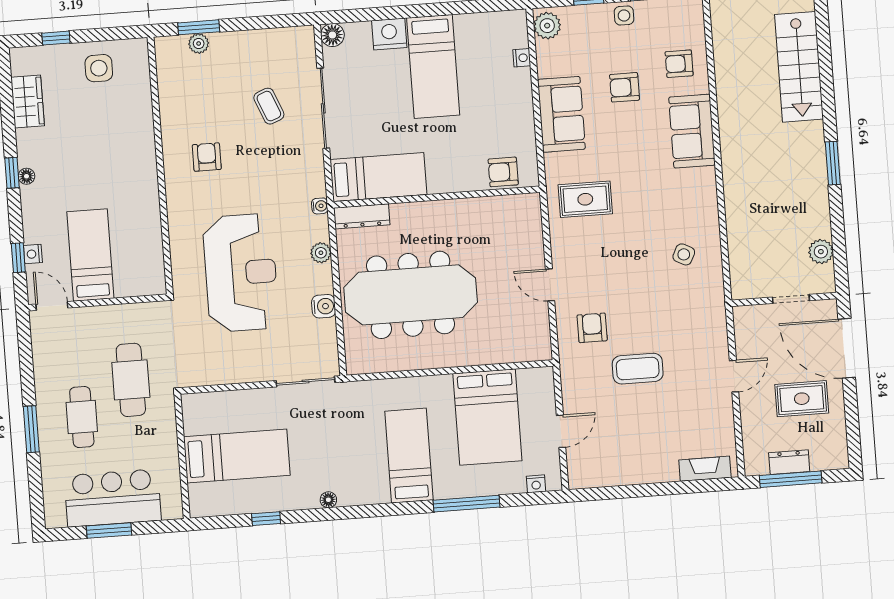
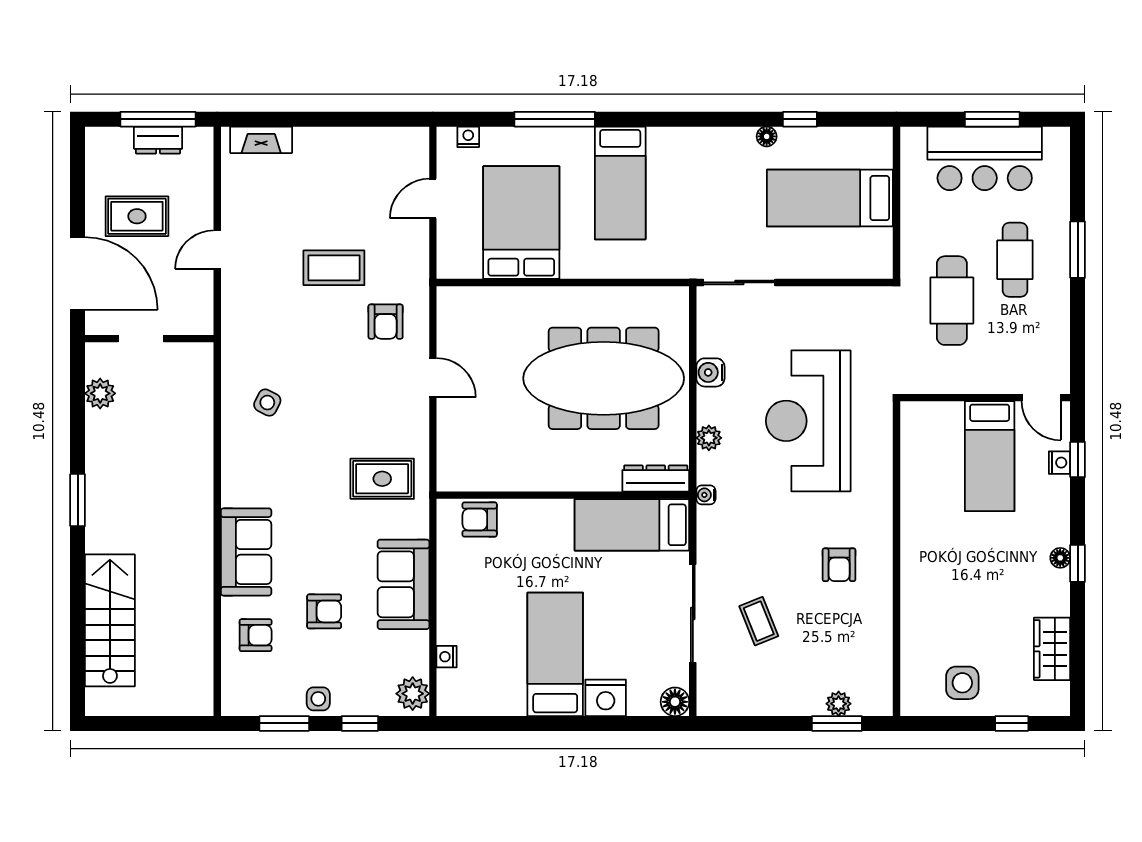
armchair: (503, 172) -> (480, 520), turned 180
floor lamp: (328, 500) -> (767, 136), moved

